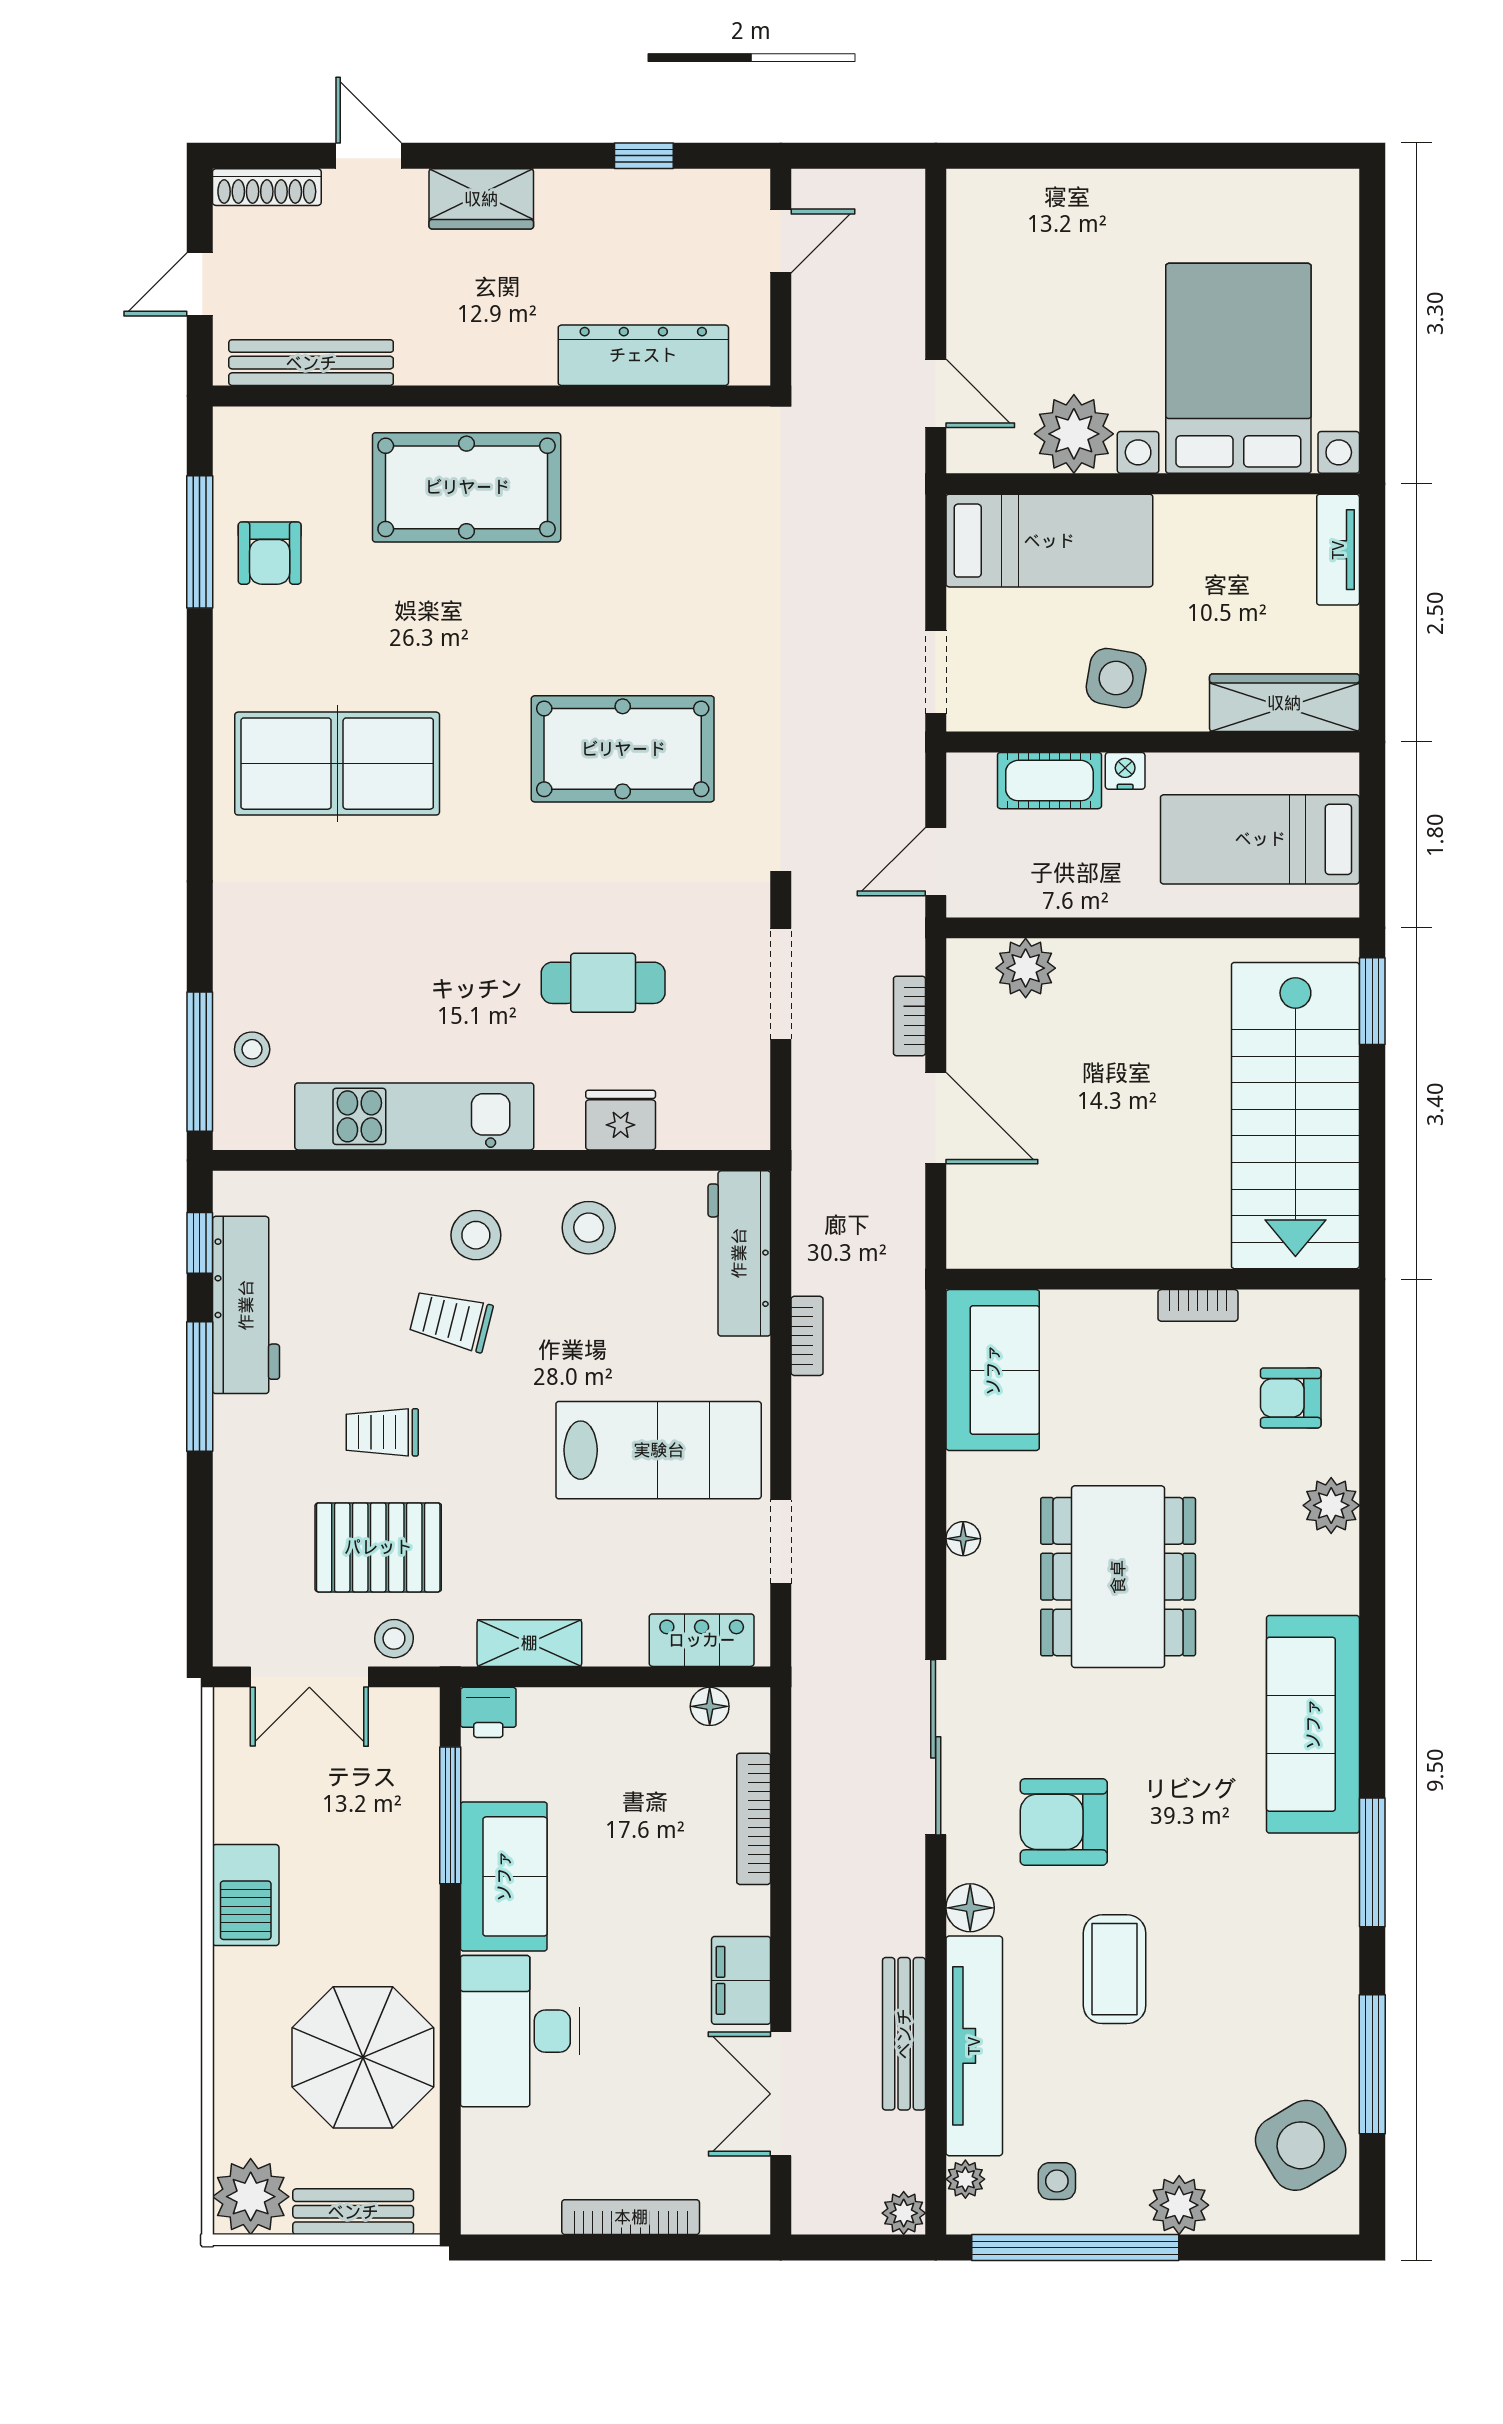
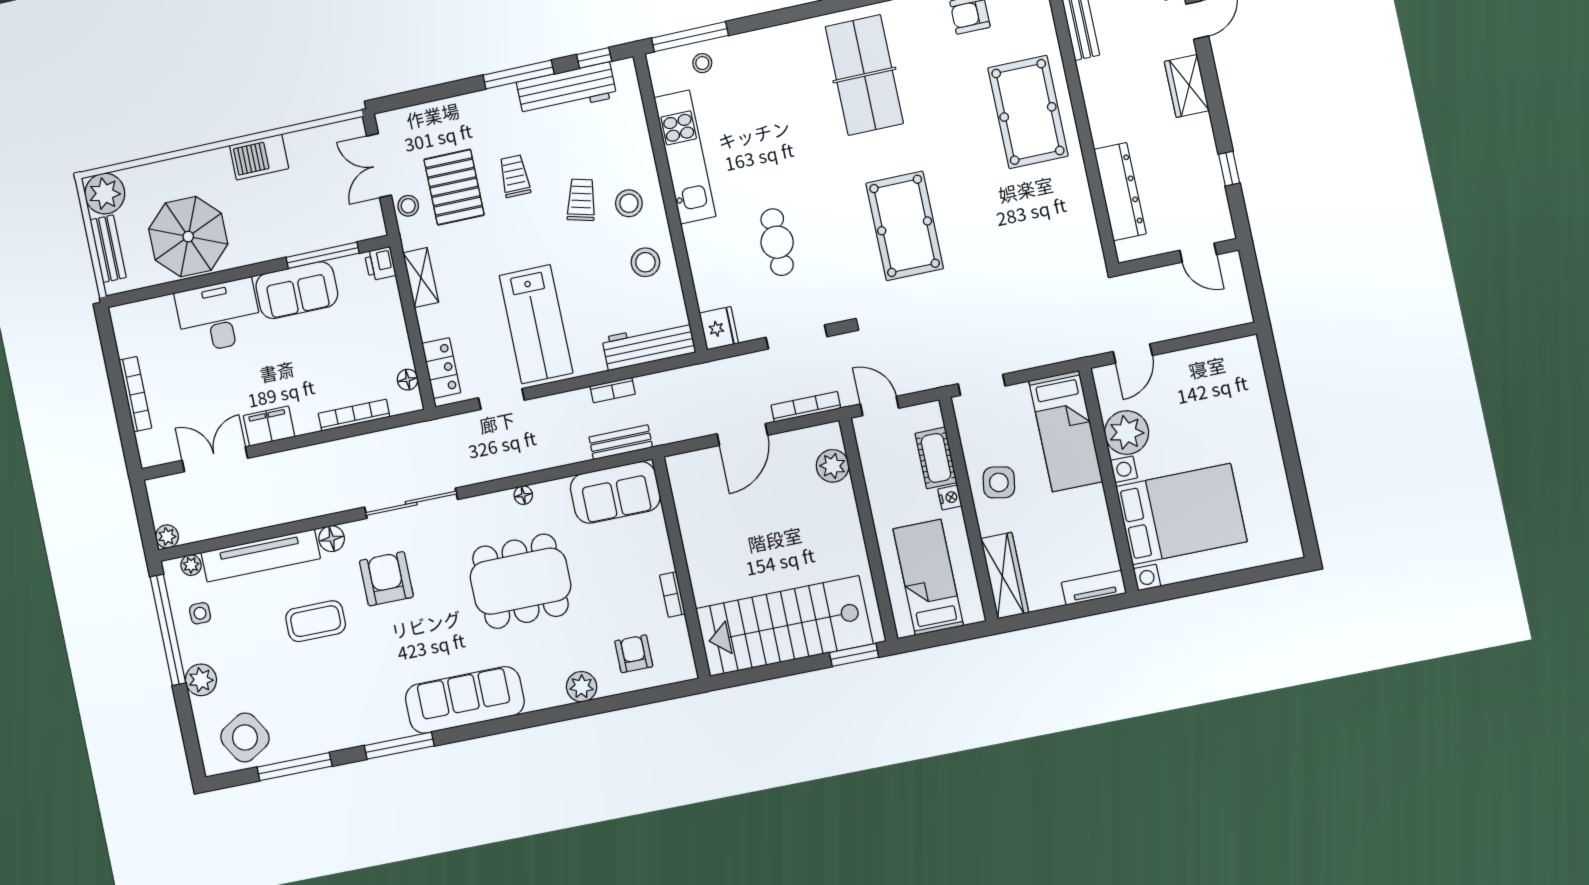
bookcase: (909, 1016) -> (806, 407), width x1.56
fridge: (621, 1120) -> (719, 328), moved
bench: (904, 2034) -> (621, 442), moved, width x0.73

